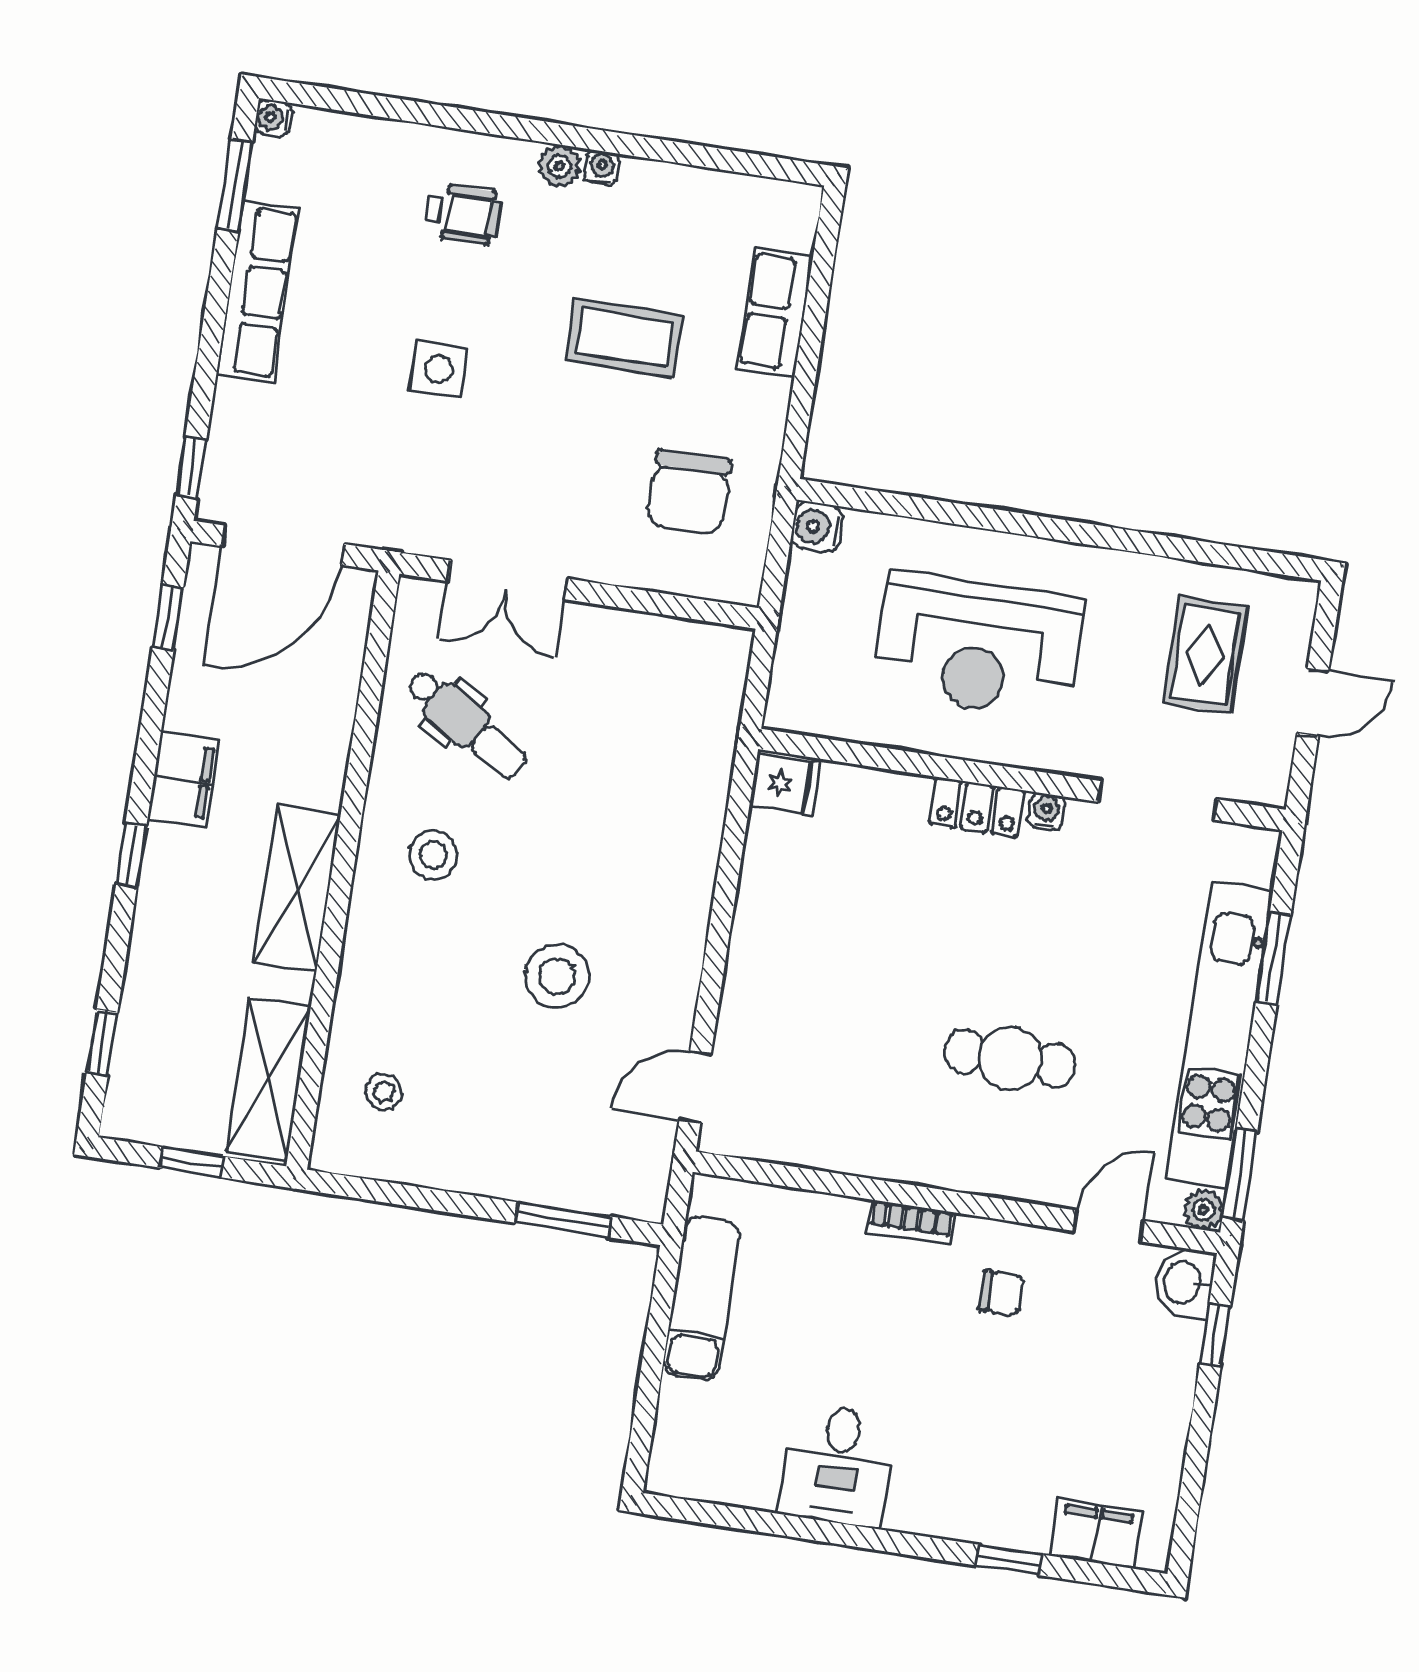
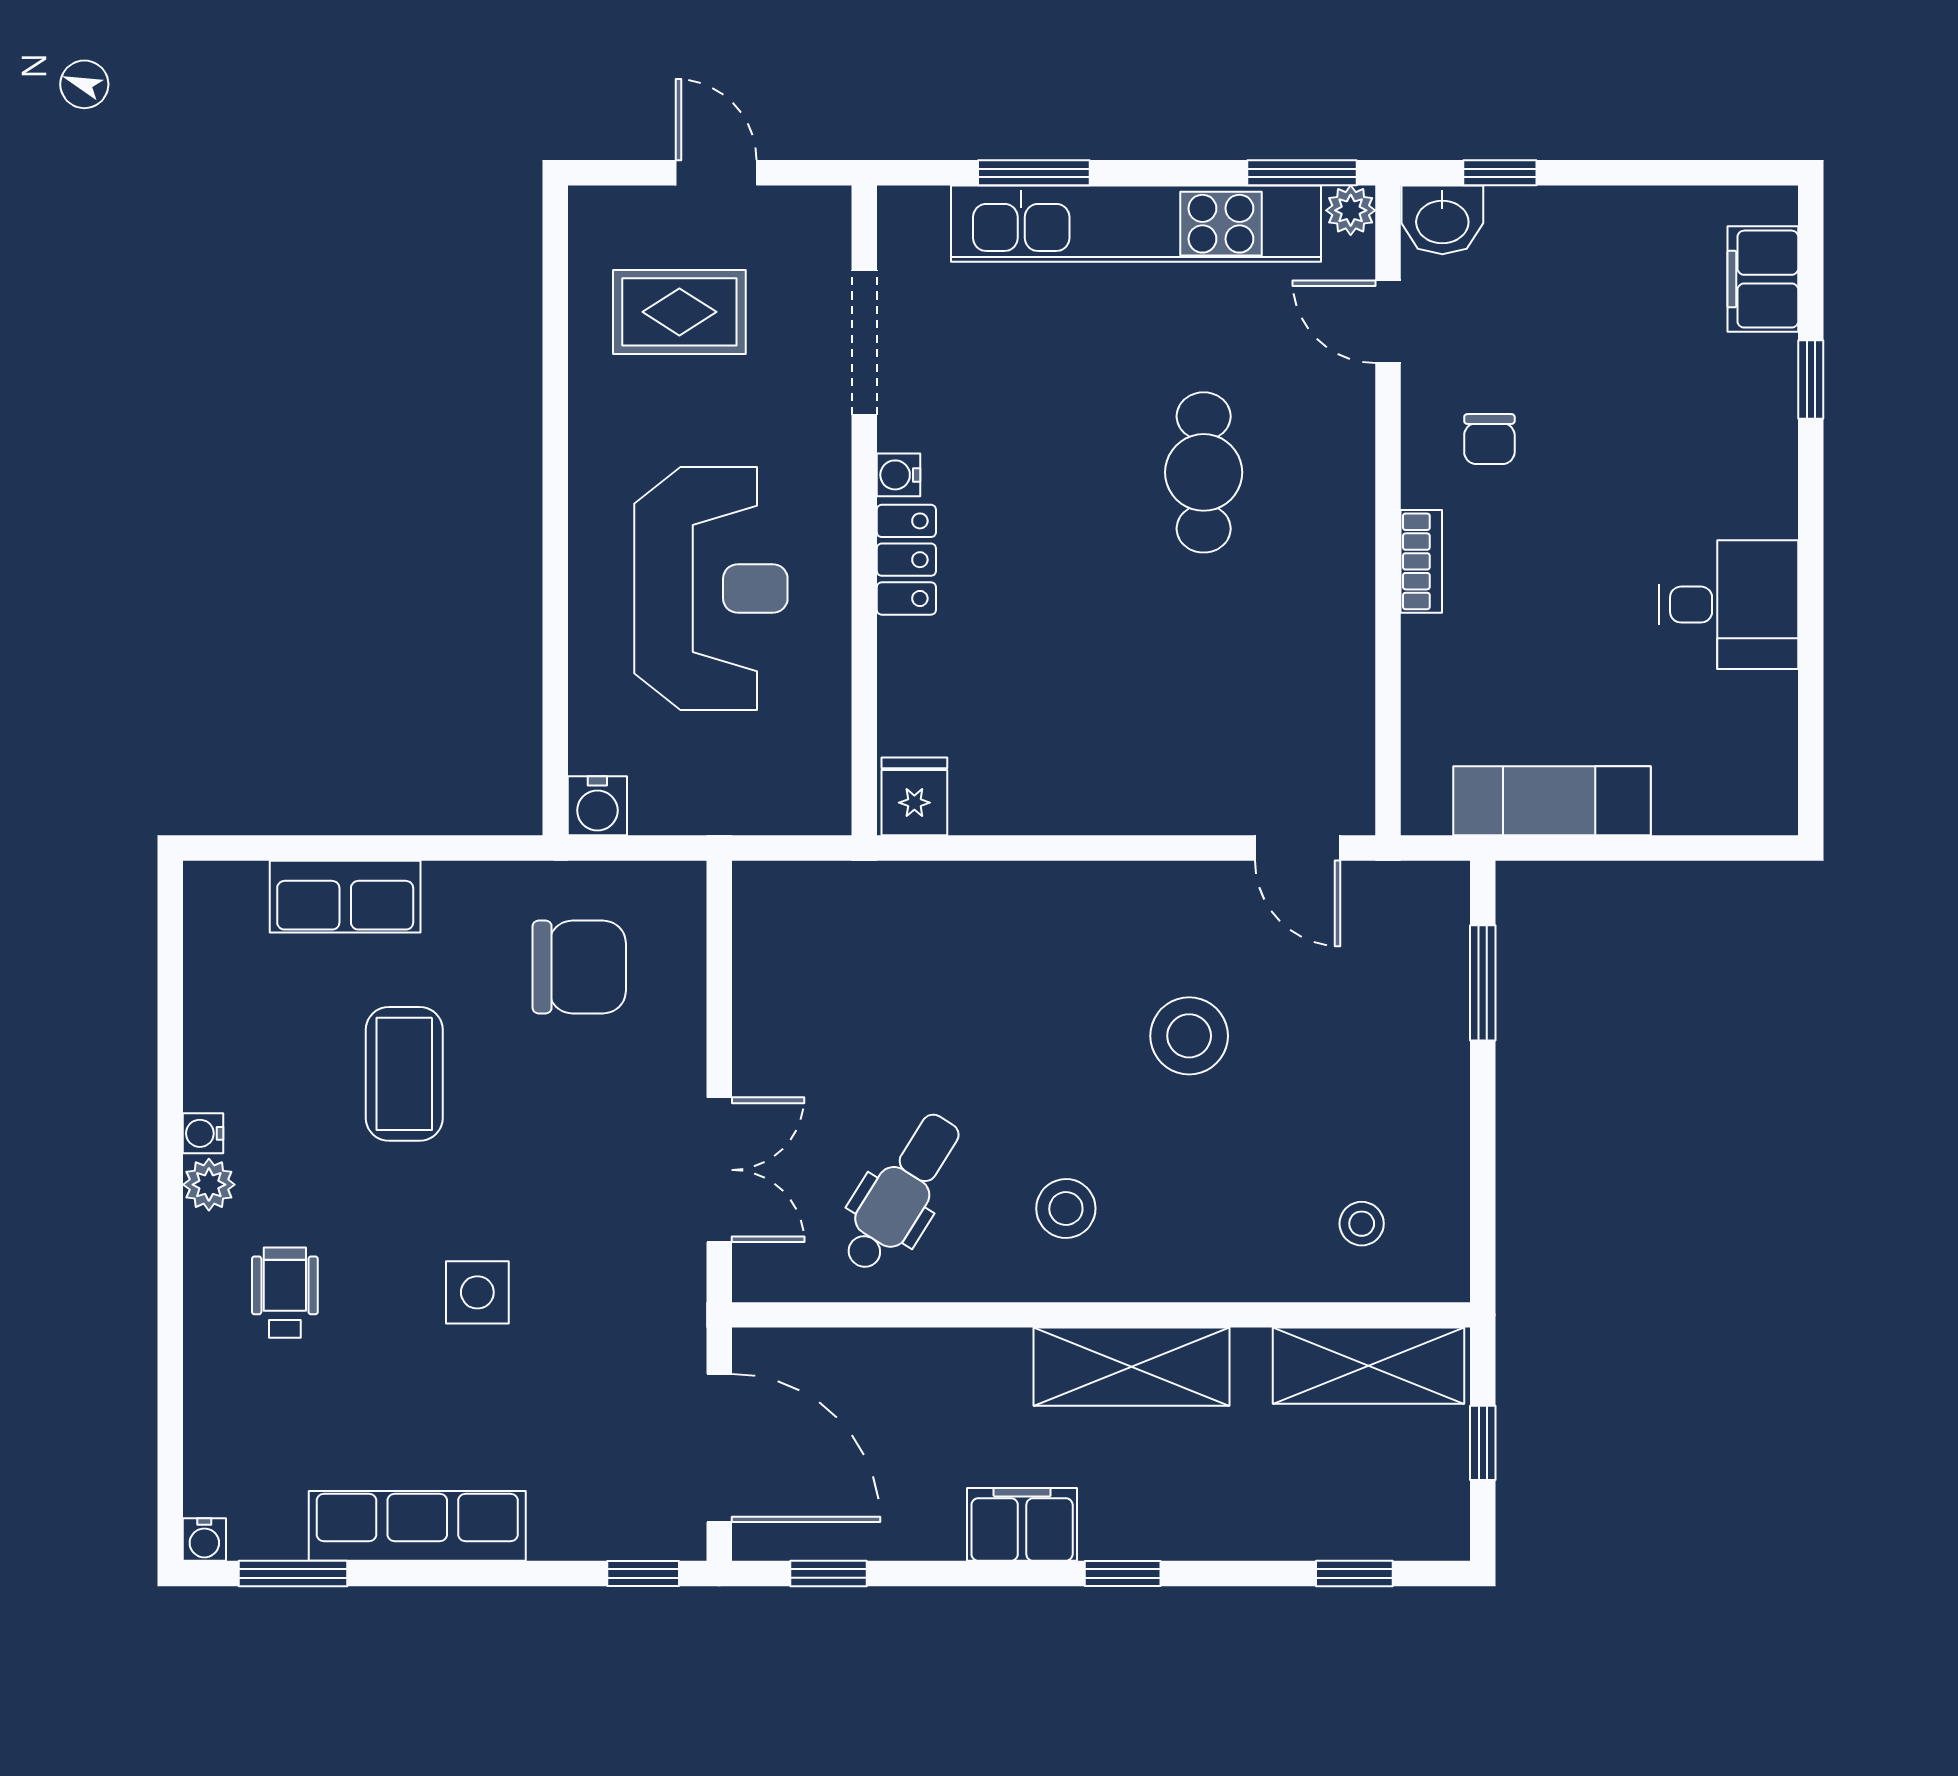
chair: (1001, 1293) -> (1489, 439), turned 180

